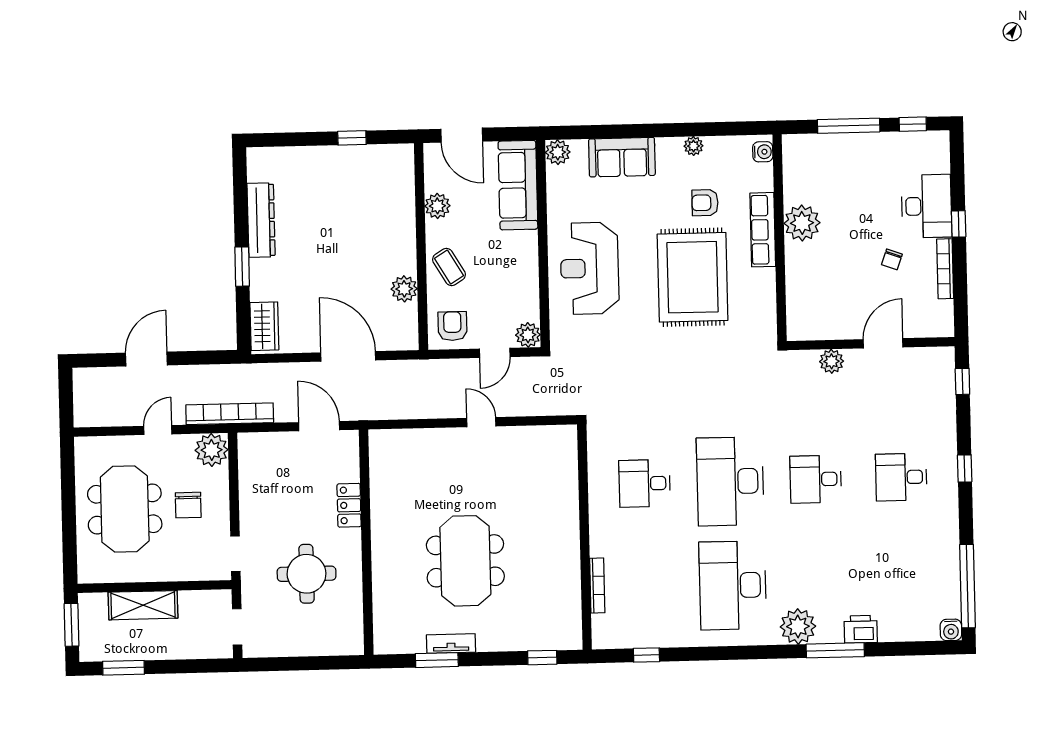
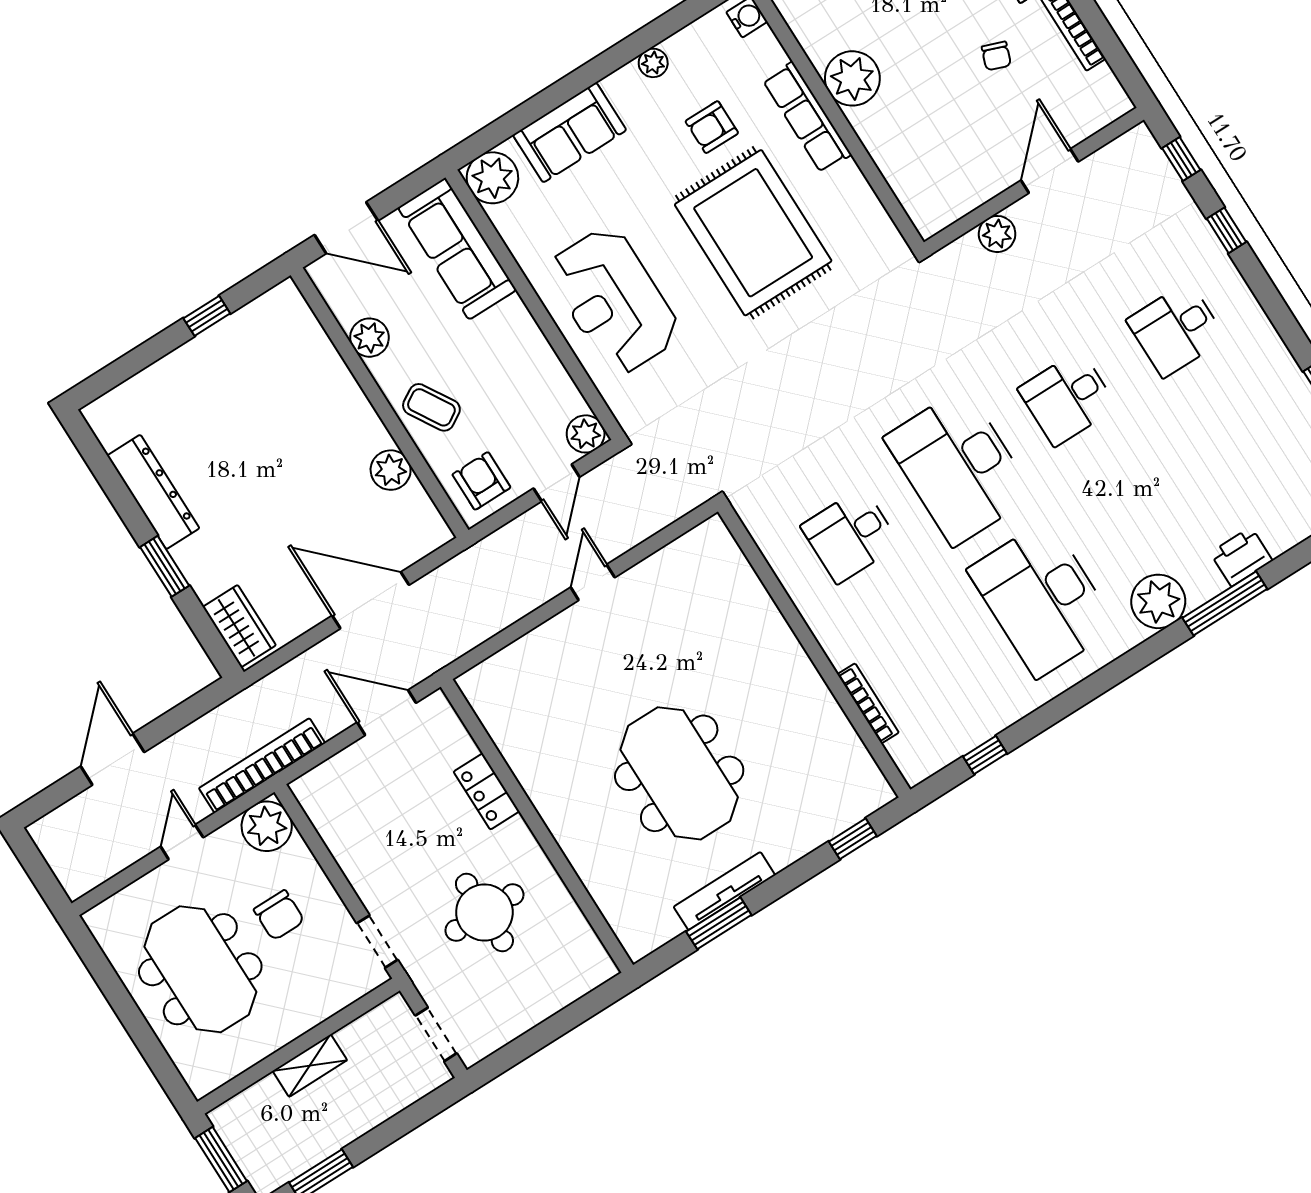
plant: (558, 152) -> (492, 178), width x1.36, depth x1.36
door: (481, 422) -> (593, 582), hinge flipped
window: (965, 469) -> (1226, 230), moved
shelving: (143, 605) -> (310, 1065), width x0.67, depth x0.75
tv unit: (451, 644) -> (724, 891), width x1.41

